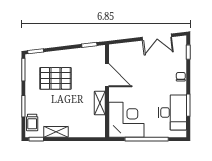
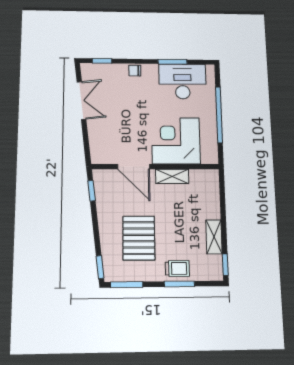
door: (107, 75) -> (134, 167), swing flipped
corner desk: (126, 120) -> (176, 141), moved
trolley: (32, 123) -> (177, 268), moved

